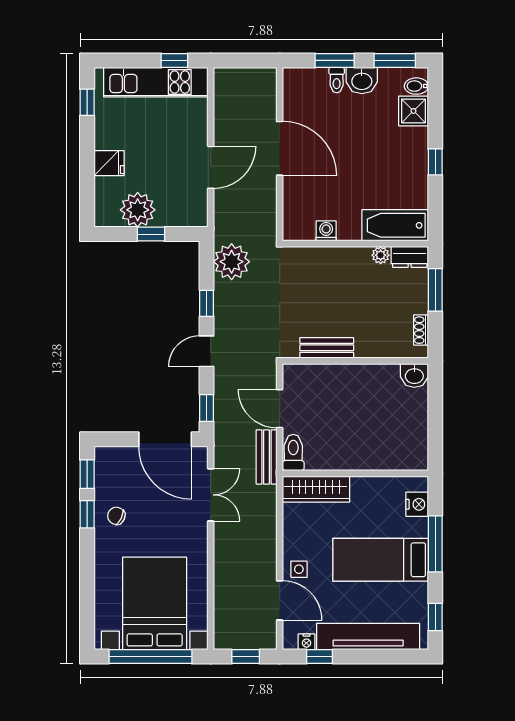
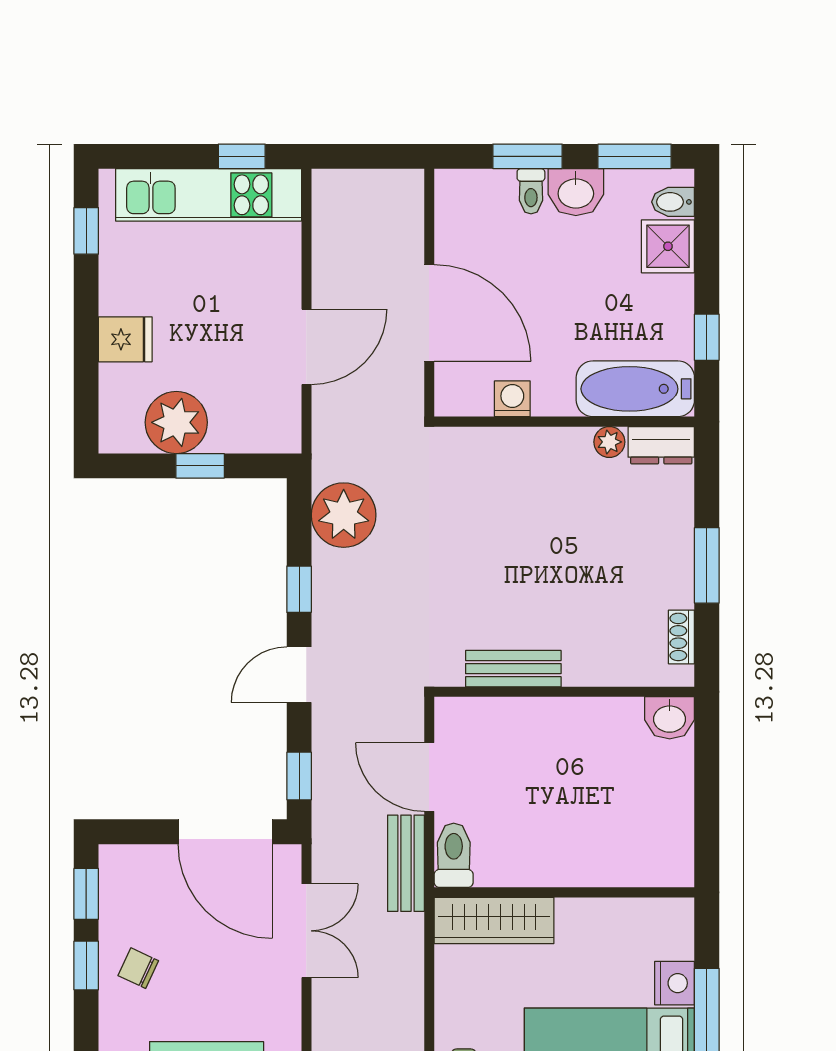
bathtub: (395, 225) -> (635, 389), moved
washing machine: (326, 231) -> (512, 399), moved
wall: (355, 244) -> (564, 422), moved
plant: (381, 255) -> (609, 442), moved
dresser: (410, 257) -> (661, 445), moved
nightstand: (417, 504) -> (675, 983), moved

